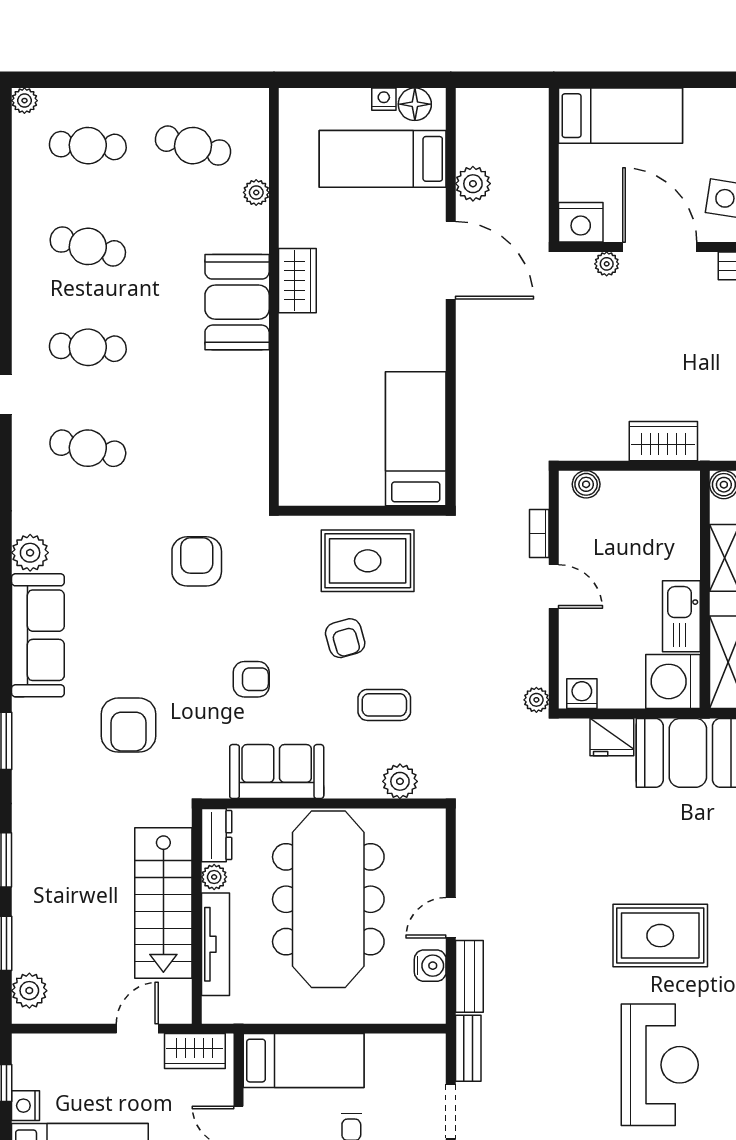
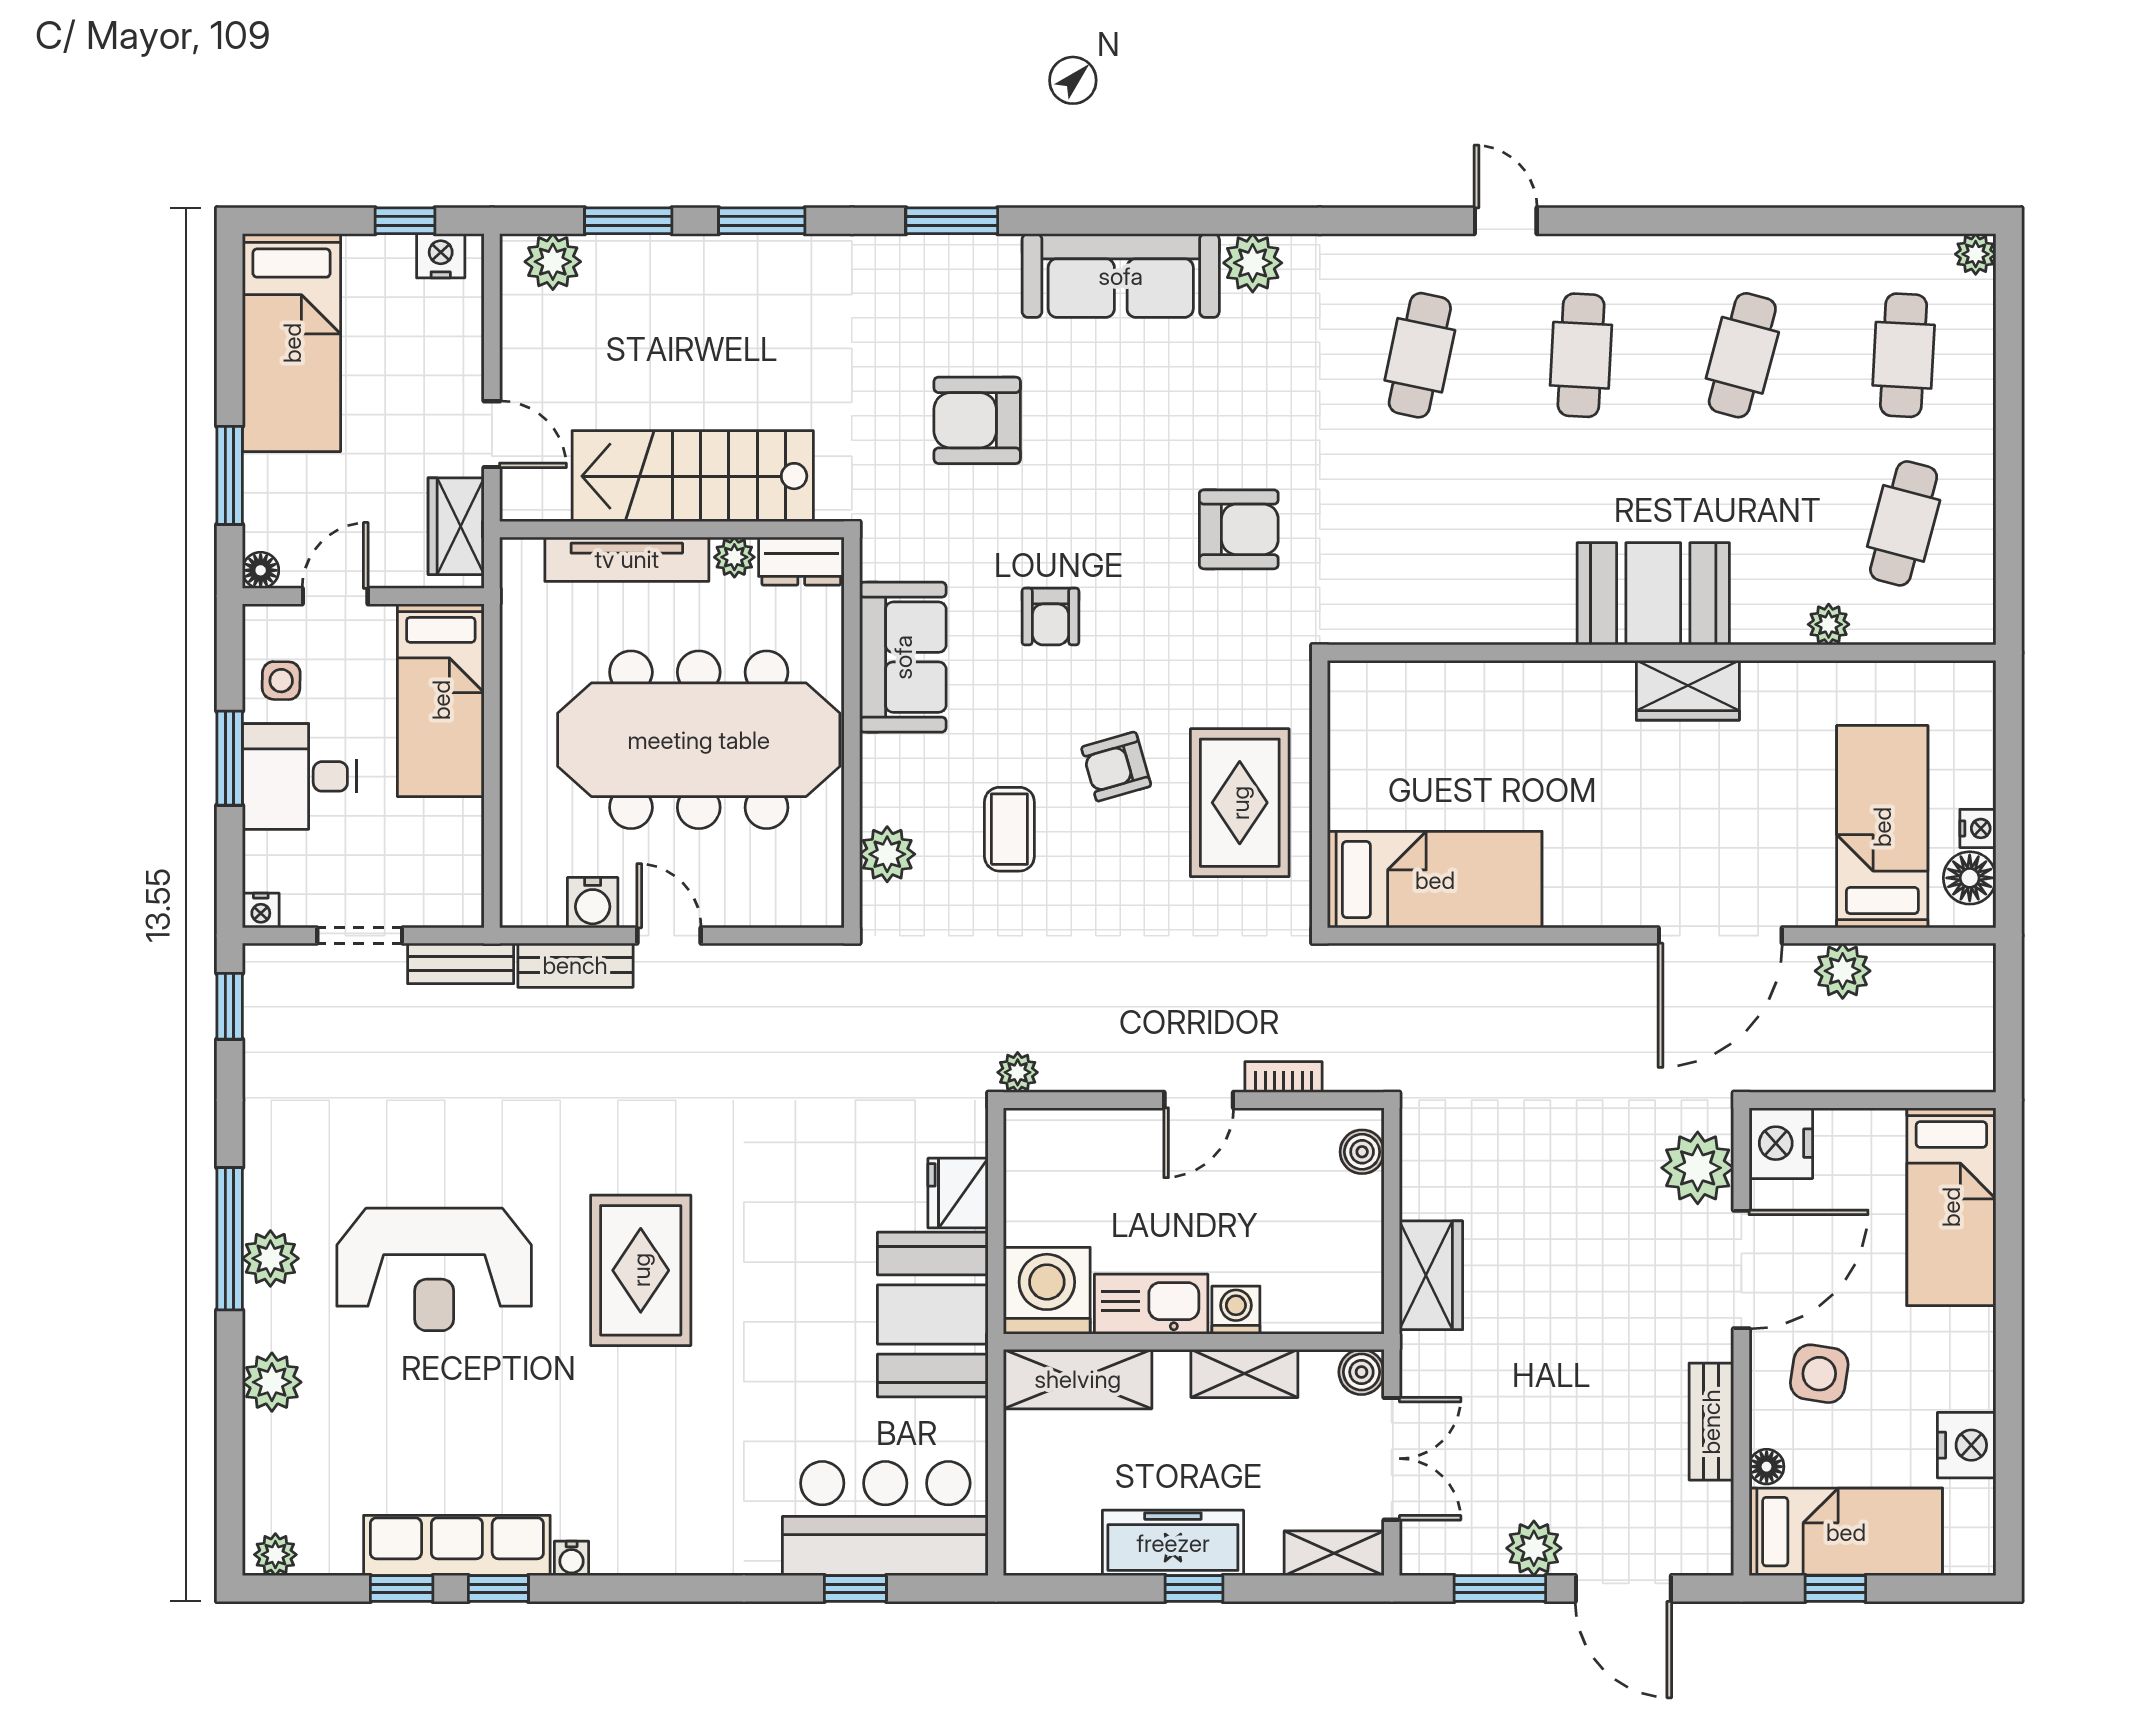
plant: (607, 264) -> (1698, 1168), width x1.87, depth x1.87
washing machine: (582, 694) -> (1236, 1310), moved, turned -90
nightstand: (26, 1106) -> (441, 256), moved

